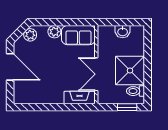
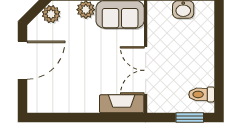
door: (10, 67) -> (22, 60), hinge flipped
shower: (130, 70) -> (194, 65), removed

